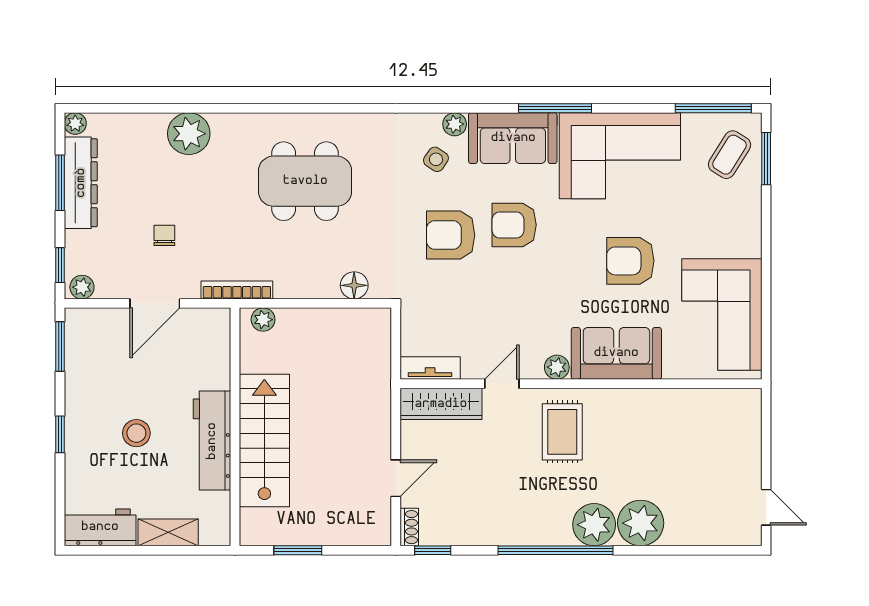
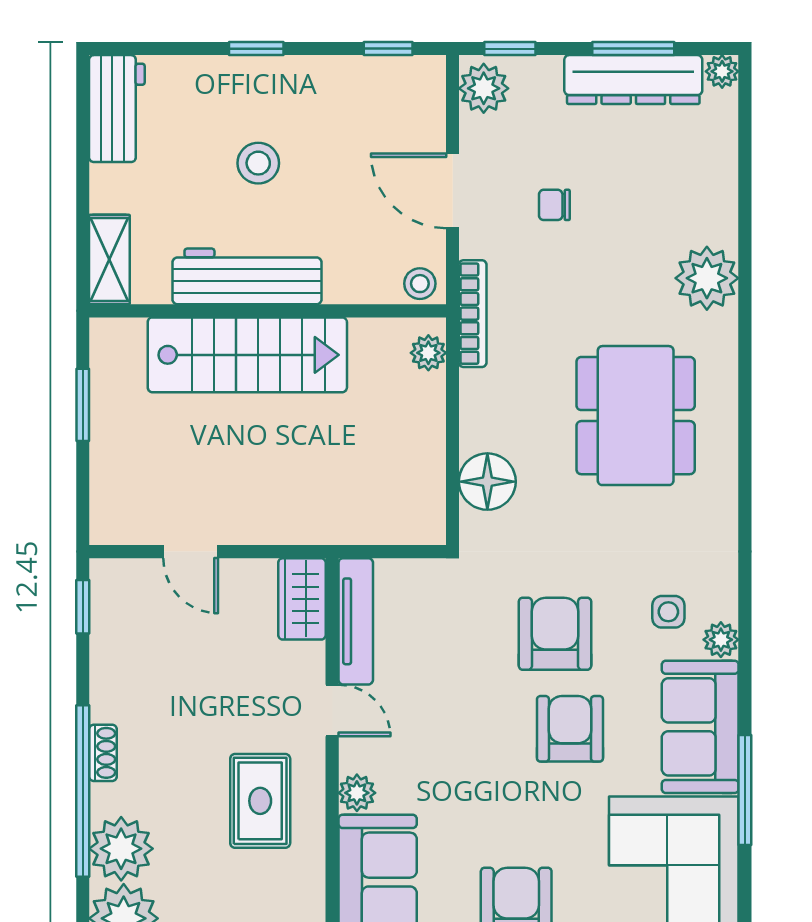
plant: (189, 134) -> (707, 278), moved
side table: (436, 159) -> (668, 612), turned -34
chair: (164, 235) -> (554, 205), turned 180
floor lamp: (354, 285) -> (487, 482), width x1.38, depth x1.38
plant: (82, 287) -> (484, 88), width x1.38, depth x1.38
stool: (217, 325) -> (420, 284), added
window: (60, 346) -> (388, 49), width x0.67
tv unit: (430, 368) -> (356, 621), width x1.41
wardrobe: (441, 404) -> (302, 599), width x0.67
rug: (562, 432) -> (260, 801), turned 90
shoe rack: (409, 527) -> (103, 753), moved, turned -90
shelving: (168, 532) -> (109, 259), moved

